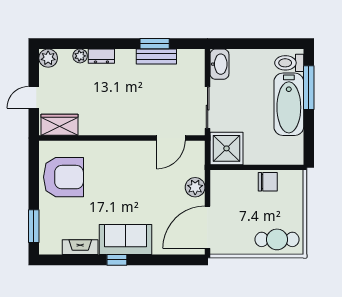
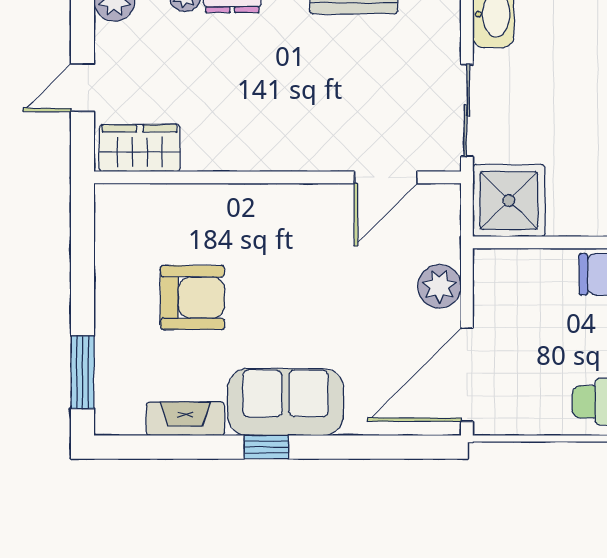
armchair: (63, 177) -> (192, 297), moved, width x0.73, depth x0.73

